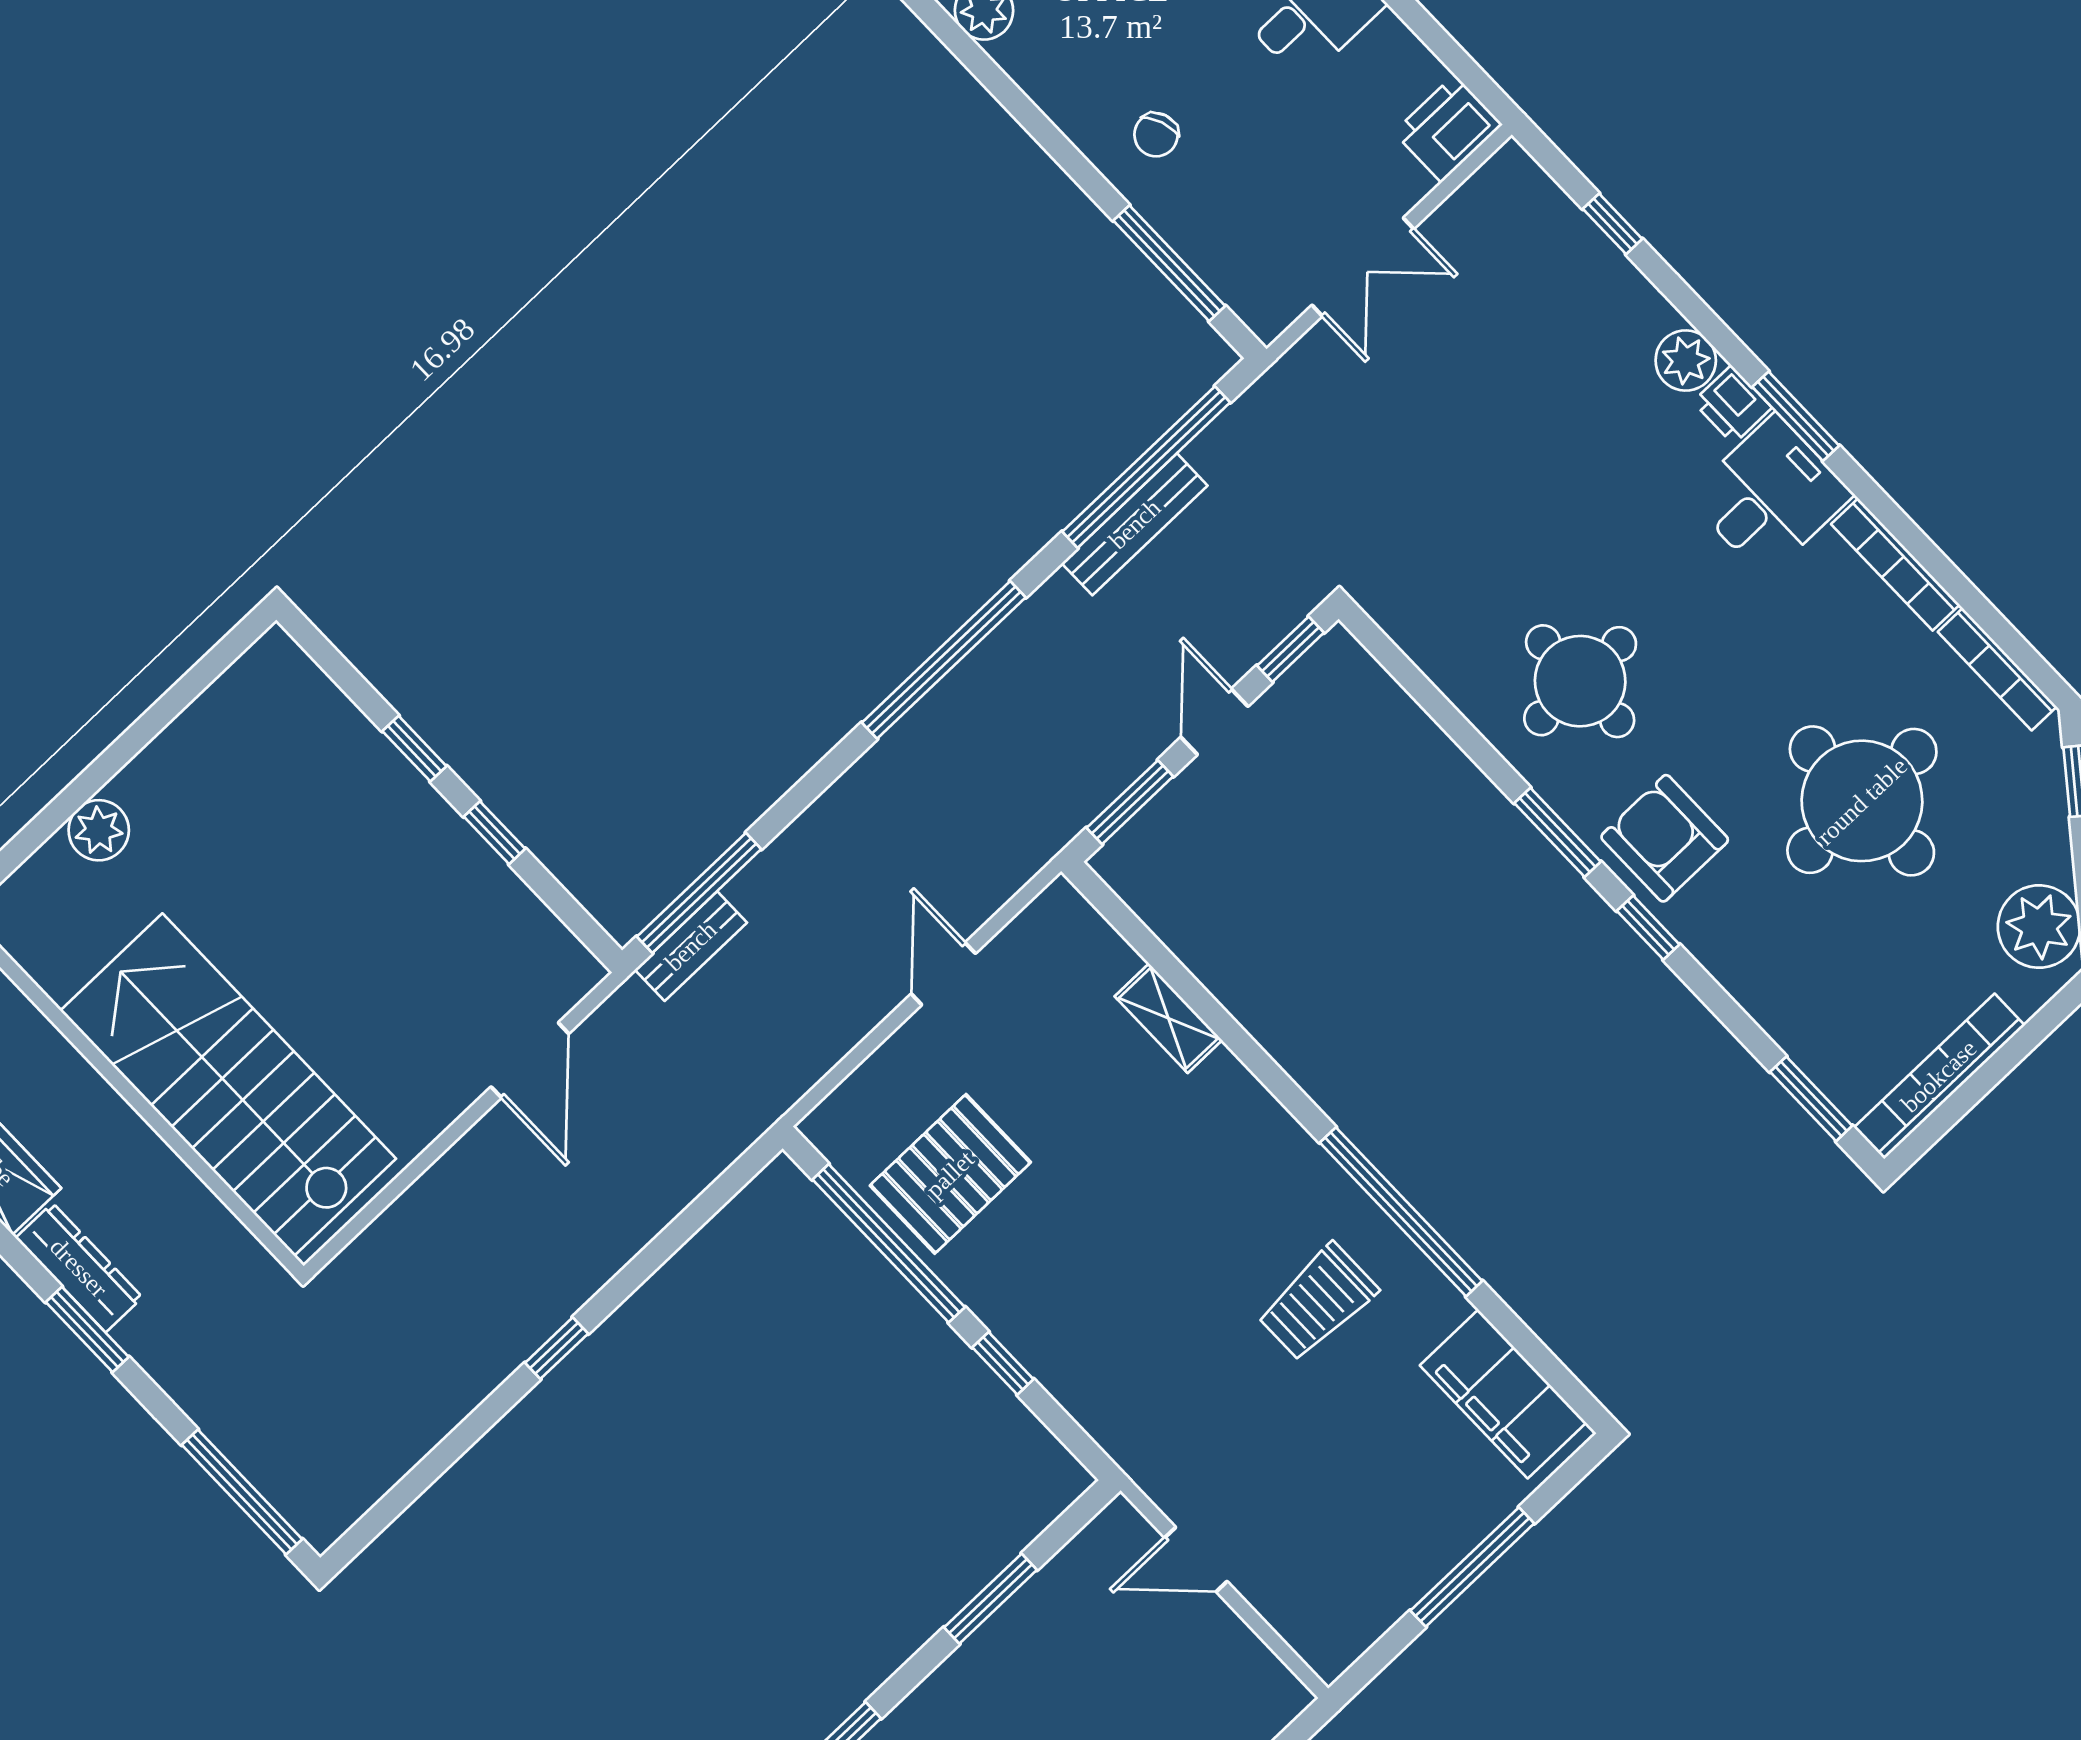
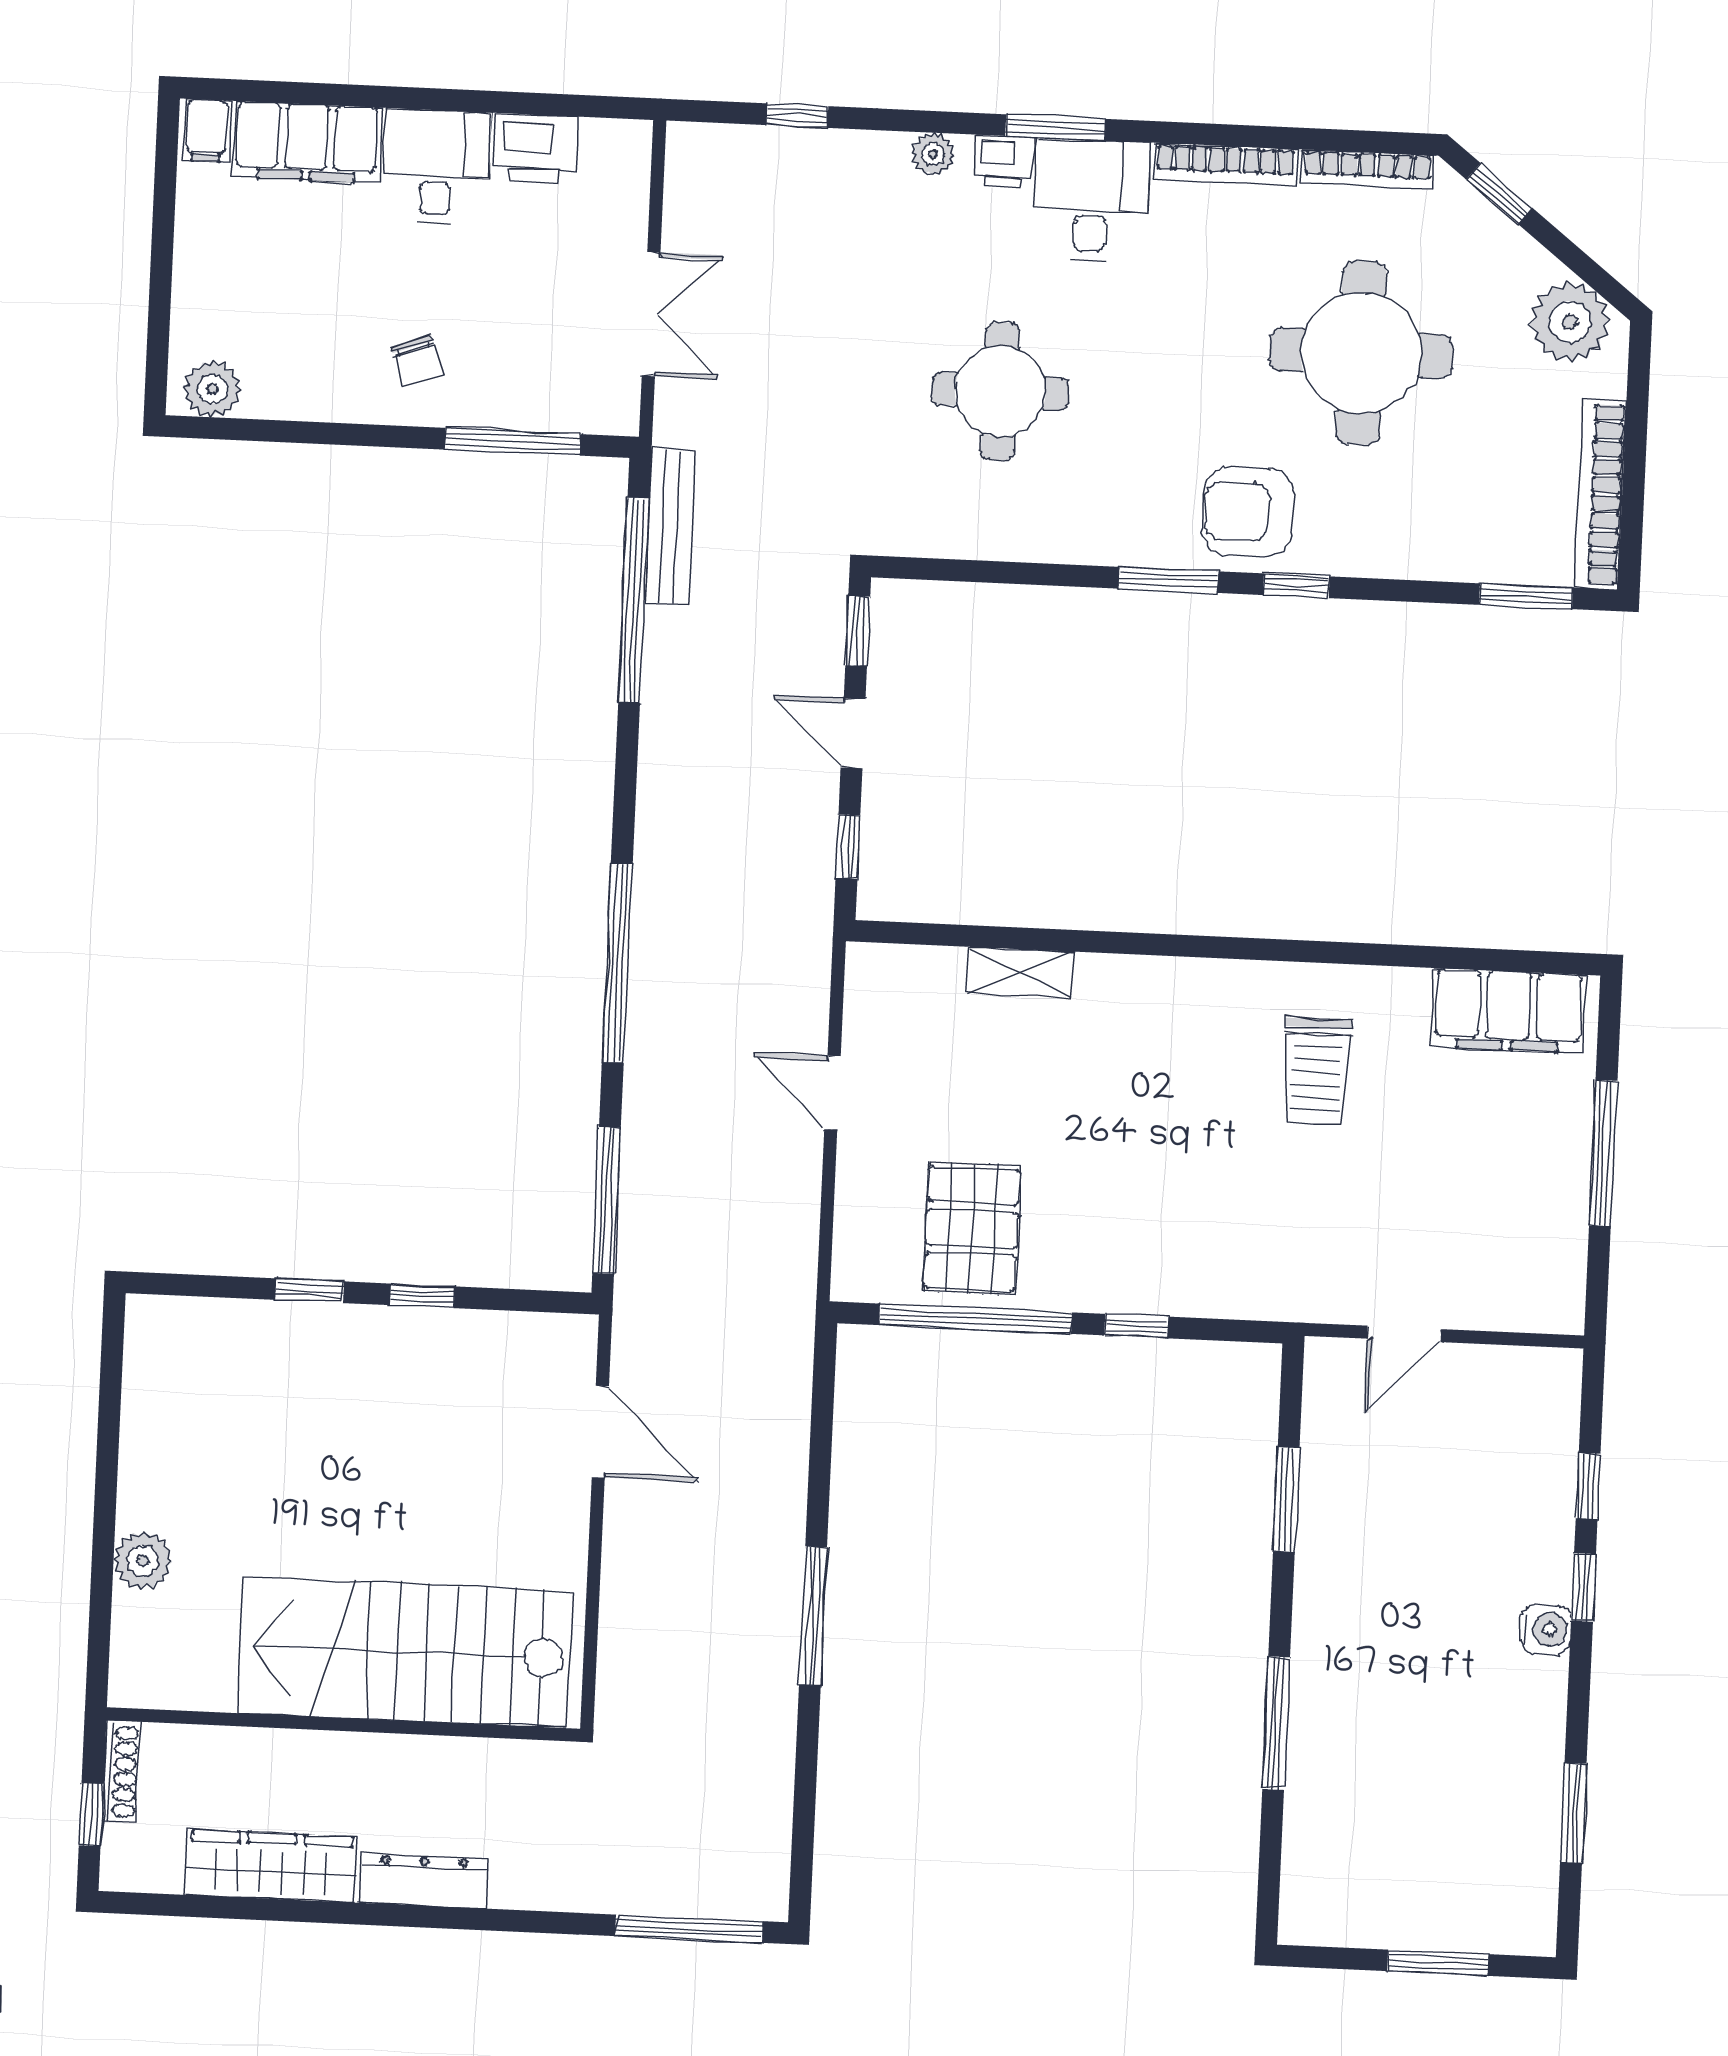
printer: (1448, 128) -> (535, 149), moved, turned -90
plant: (1686, 360) -> (933, 154), width x0.73, depth x0.73
bench: (1135, 524) -> (670, 527), moved
window: (944, 660) -> (617, 963), moved
round table: (1580, 681) -> (1000, 391), moved
window: (1130, 802) -> (848, 847), width x0.67
bench: (691, 946) -> (637, 1243), removed
window: (1401, 1212) -> (1314, 952), removed
window: (87, 1329) -> (471, 1919), removed
window: (557, 1348) -> (813, 1616), width x2.17

